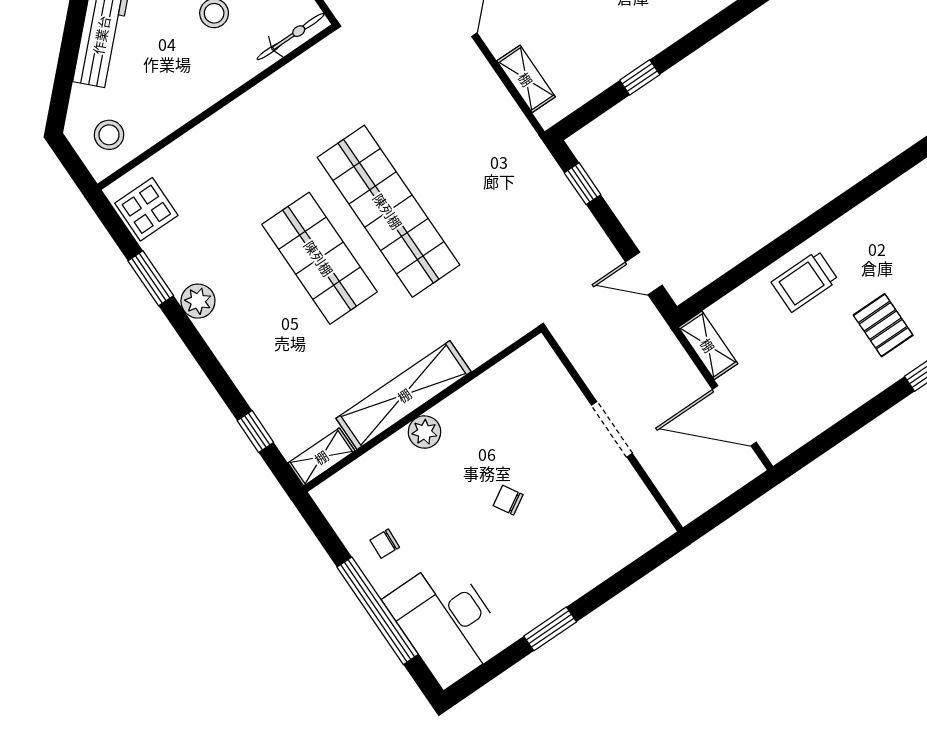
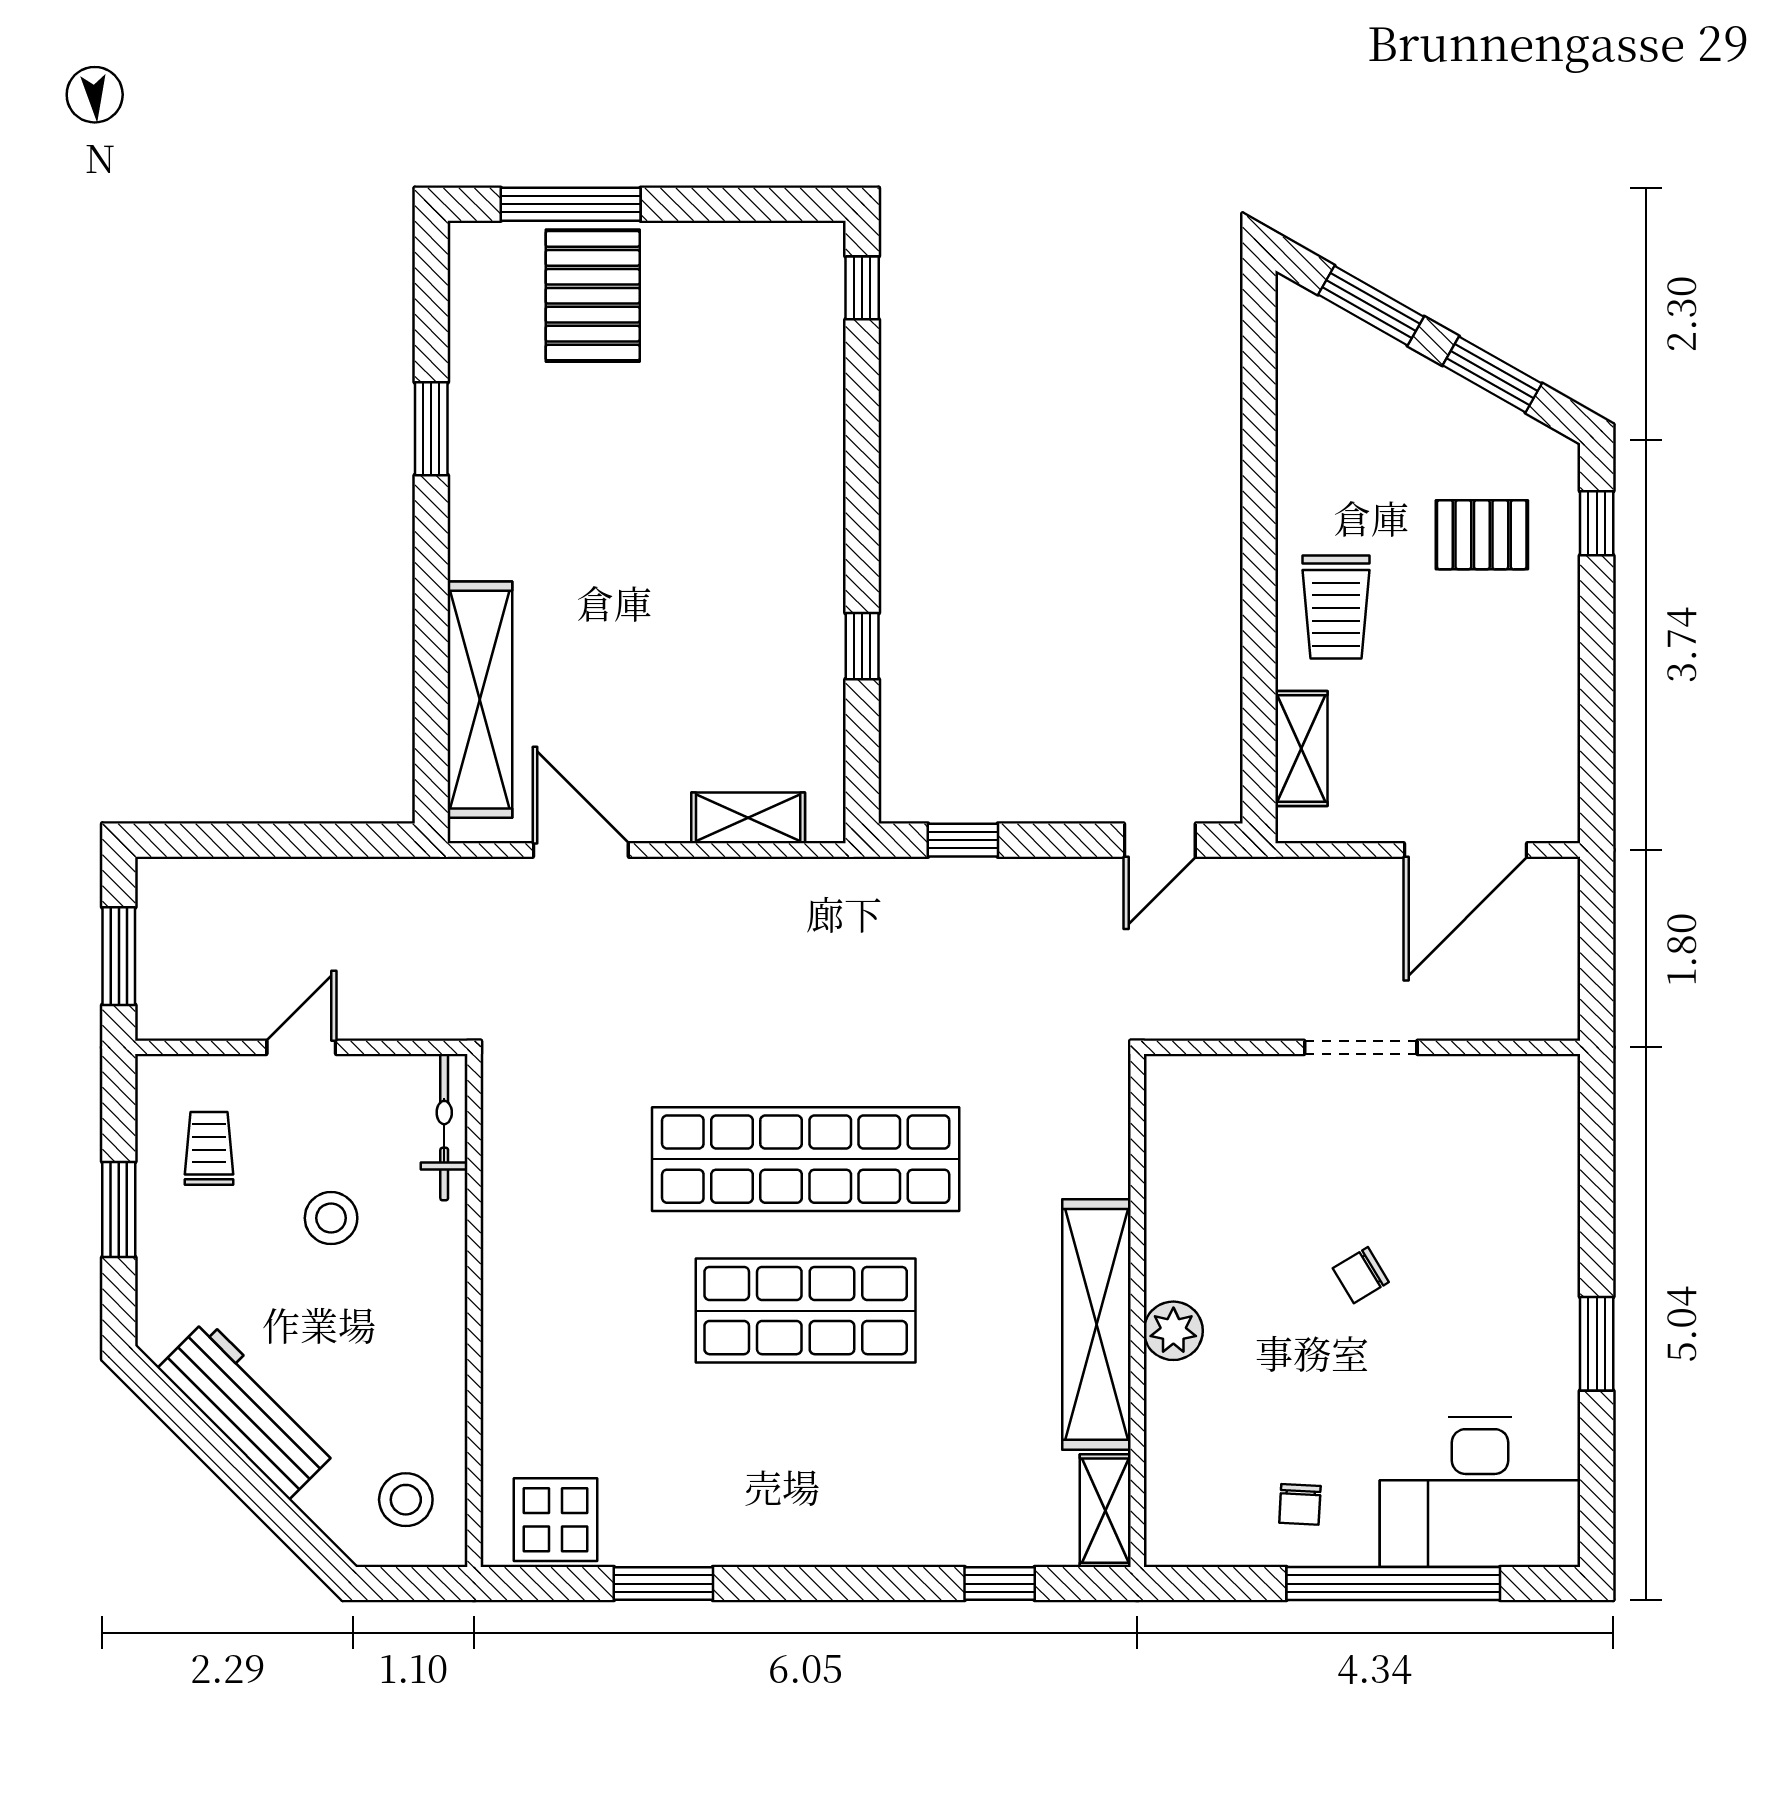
plant: (198, 301) -> (746, 1536), removed
shelving: (708, 345) -> (1301, 748), moved, turned 90

